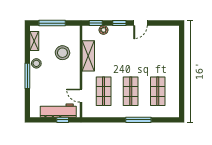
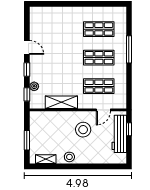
window: (52, 23) -> (27, 140), width x0.69
stool: (62, 53) -> (83, 130), moved
window: (27, 76) -> (83, 166), removed

